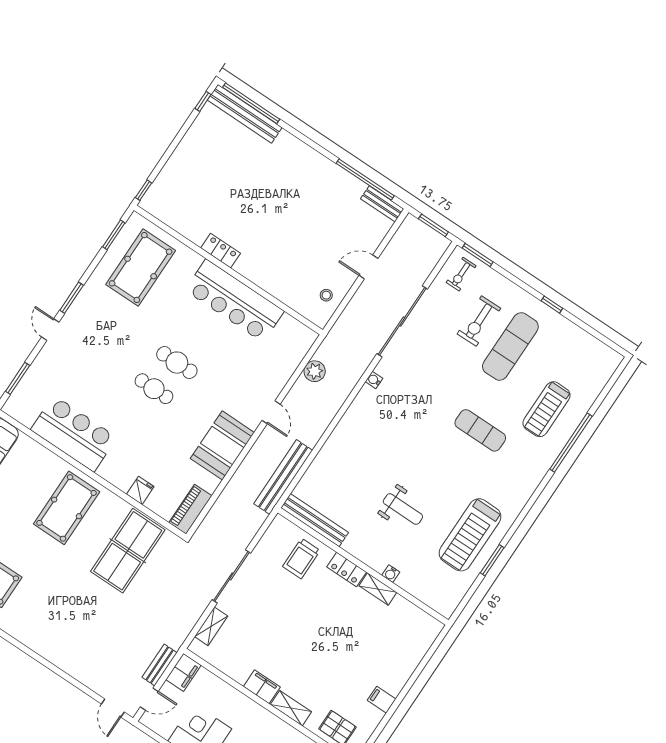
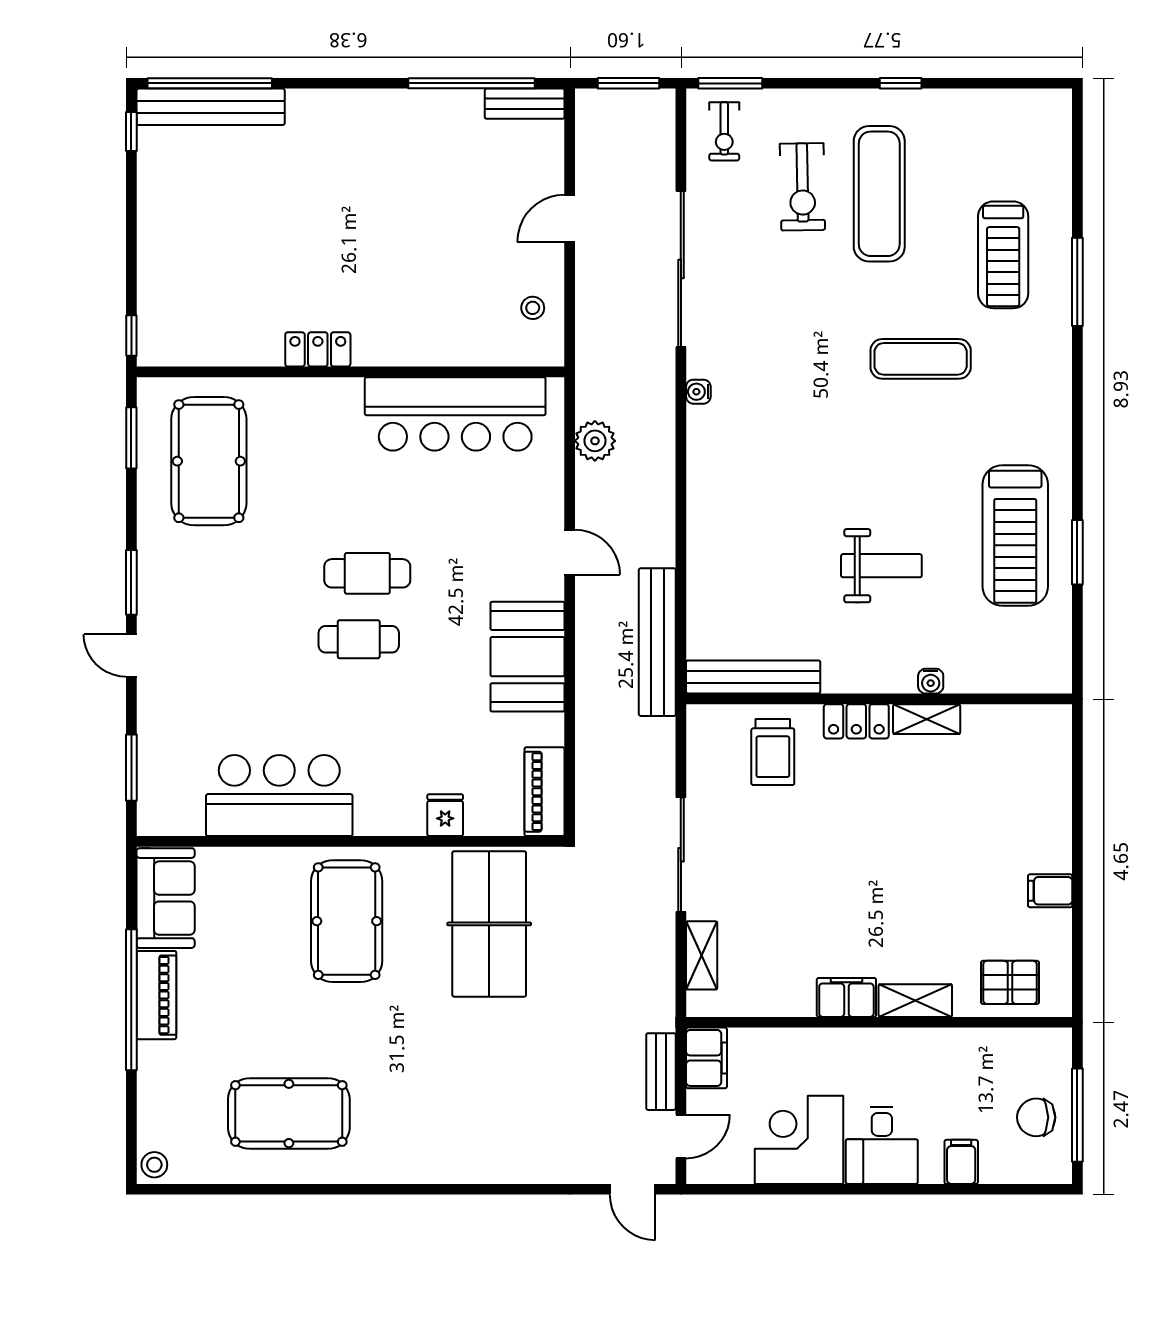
bar counter: (235, 301) -> (455, 414), moved
window: (571, 443) -> (1077, 282), width x0.68

